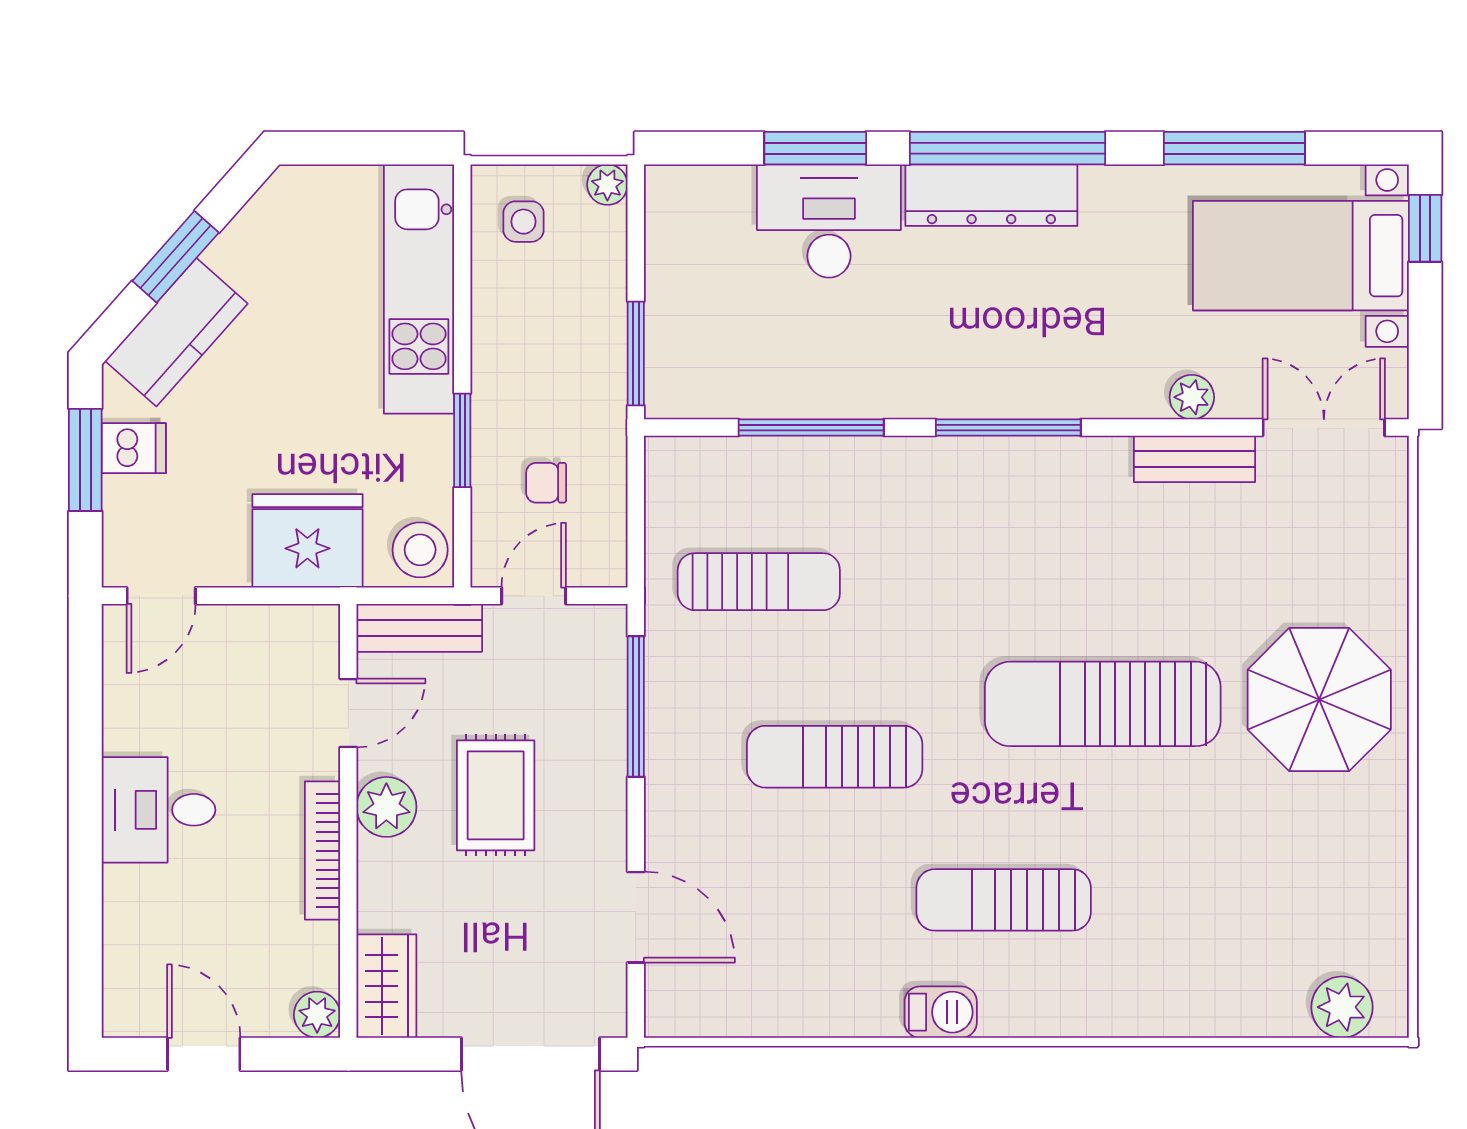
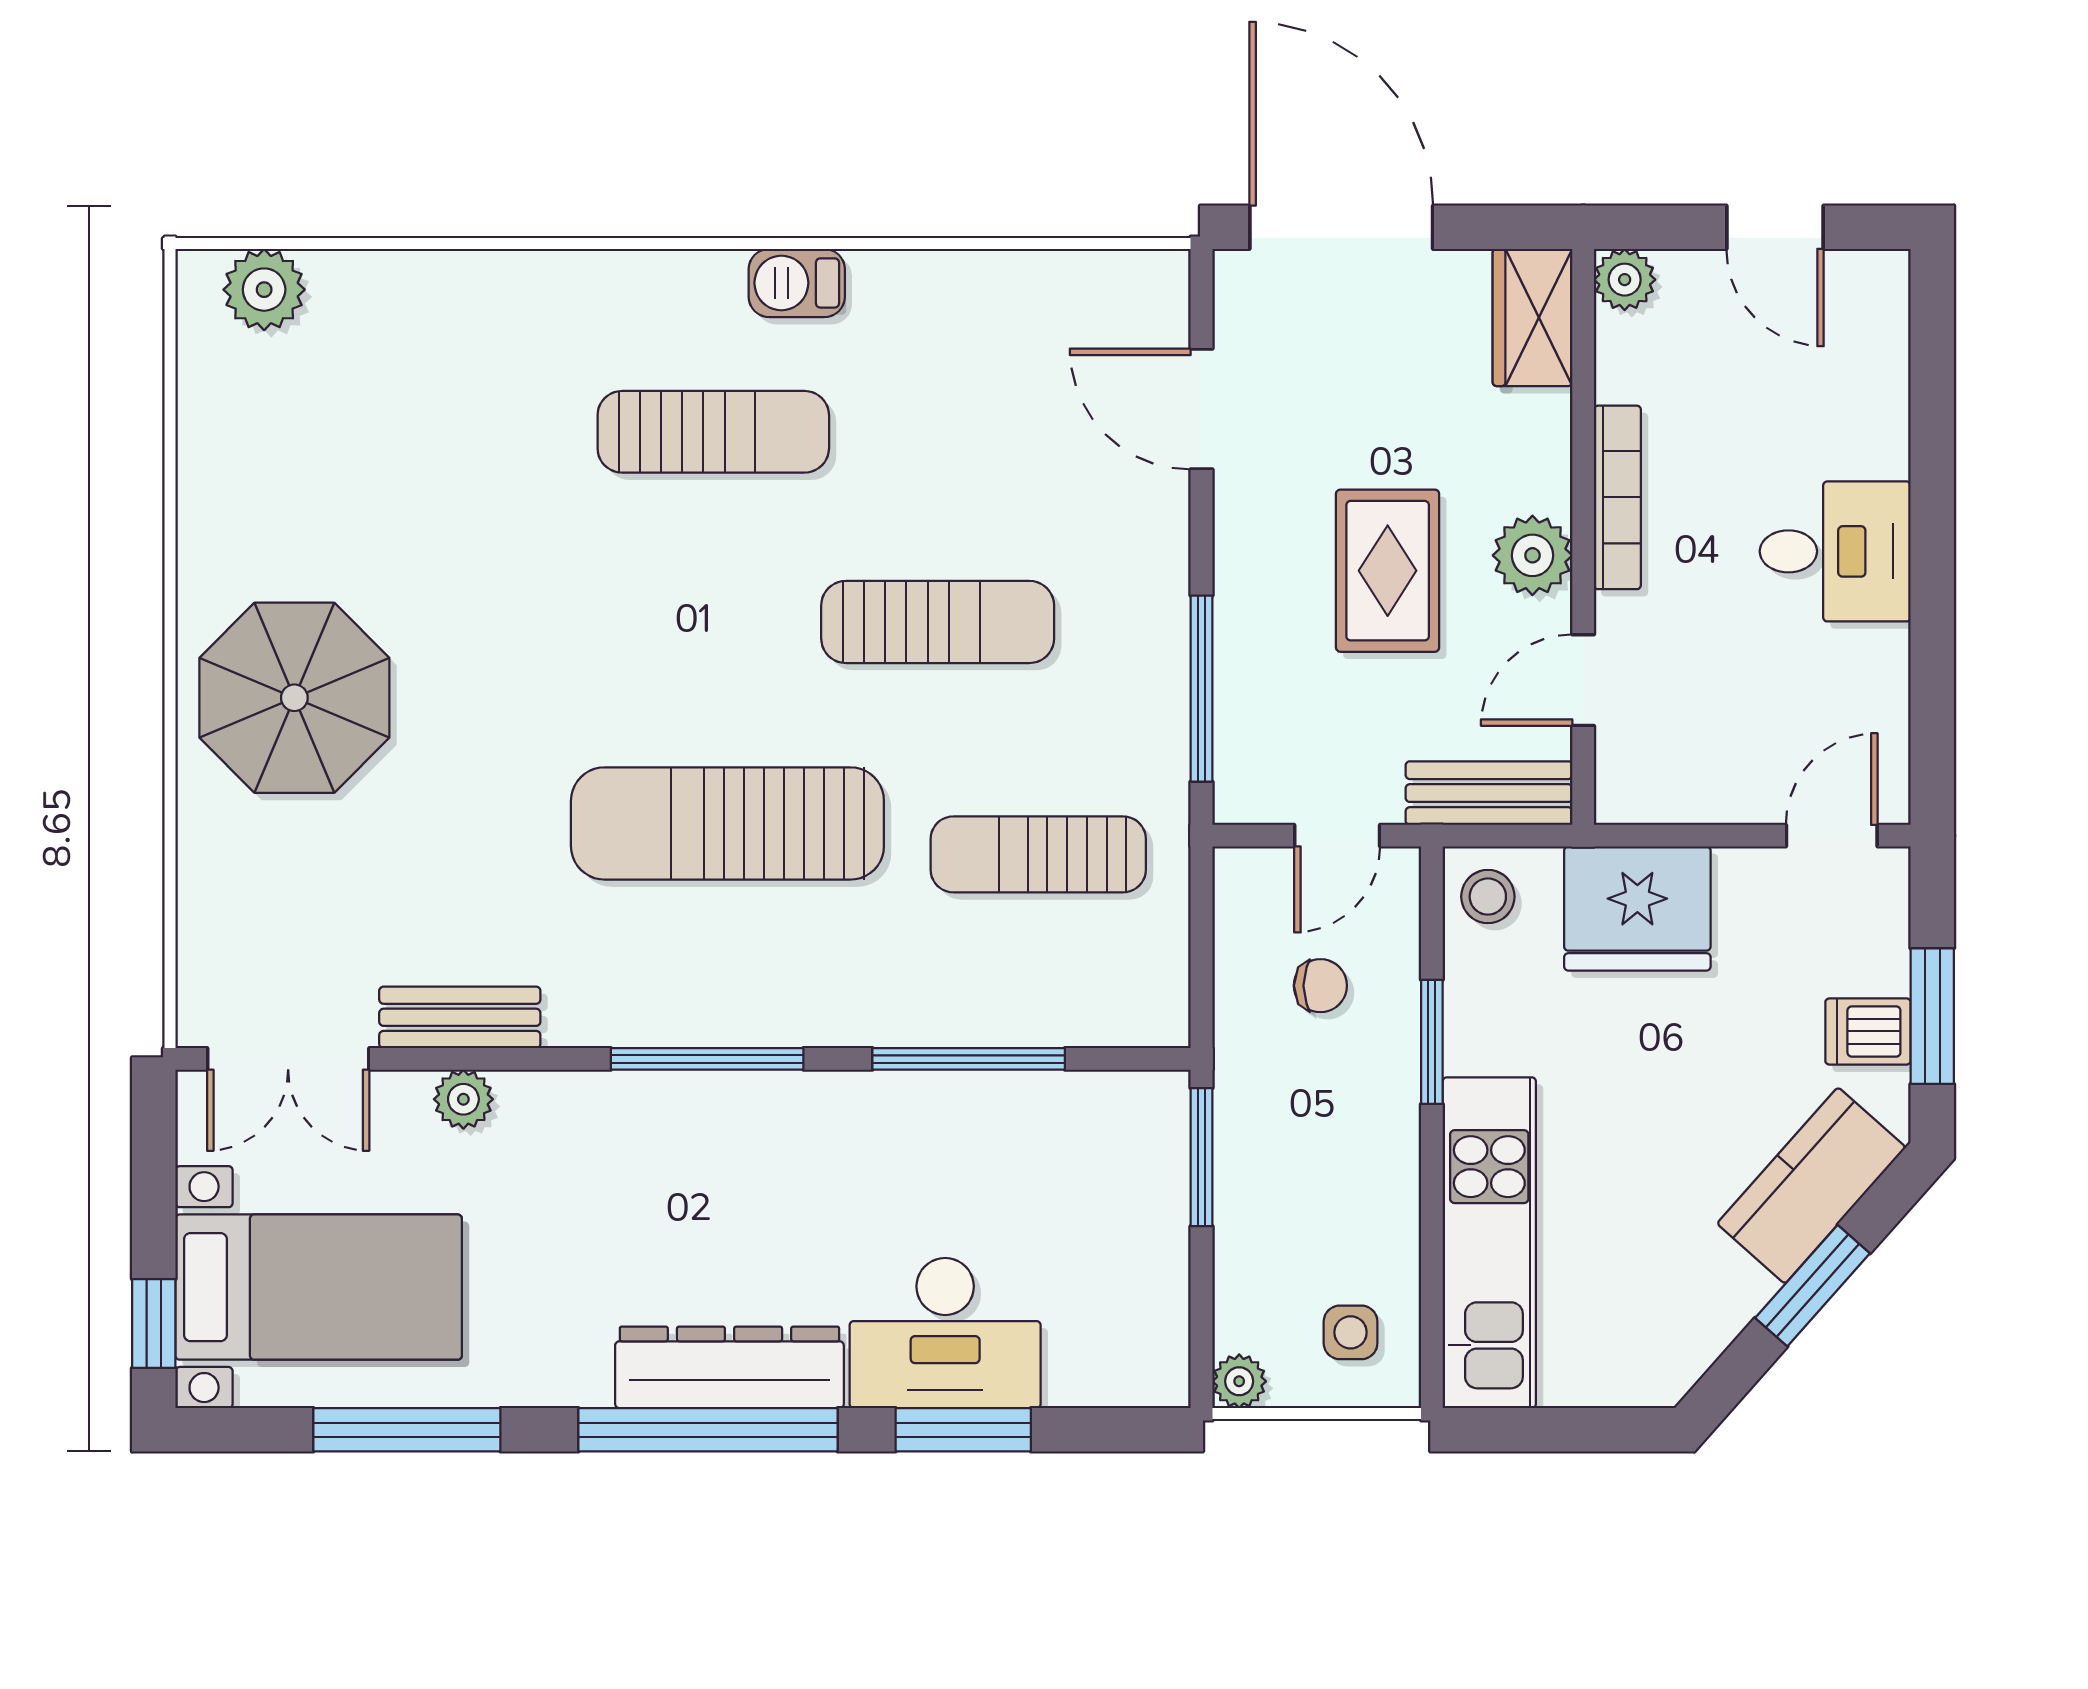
stool: (420, 550) -> (1488, 897), width x0.73, depth x0.73
sun lounger: (1103, 704) -> (727, 823), moved, turned 180

